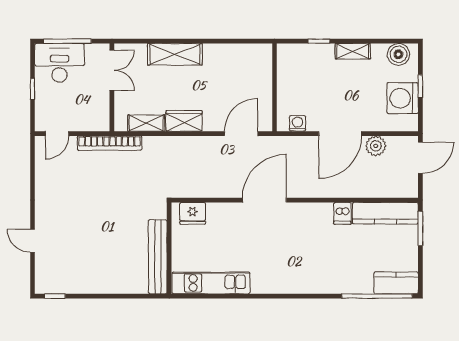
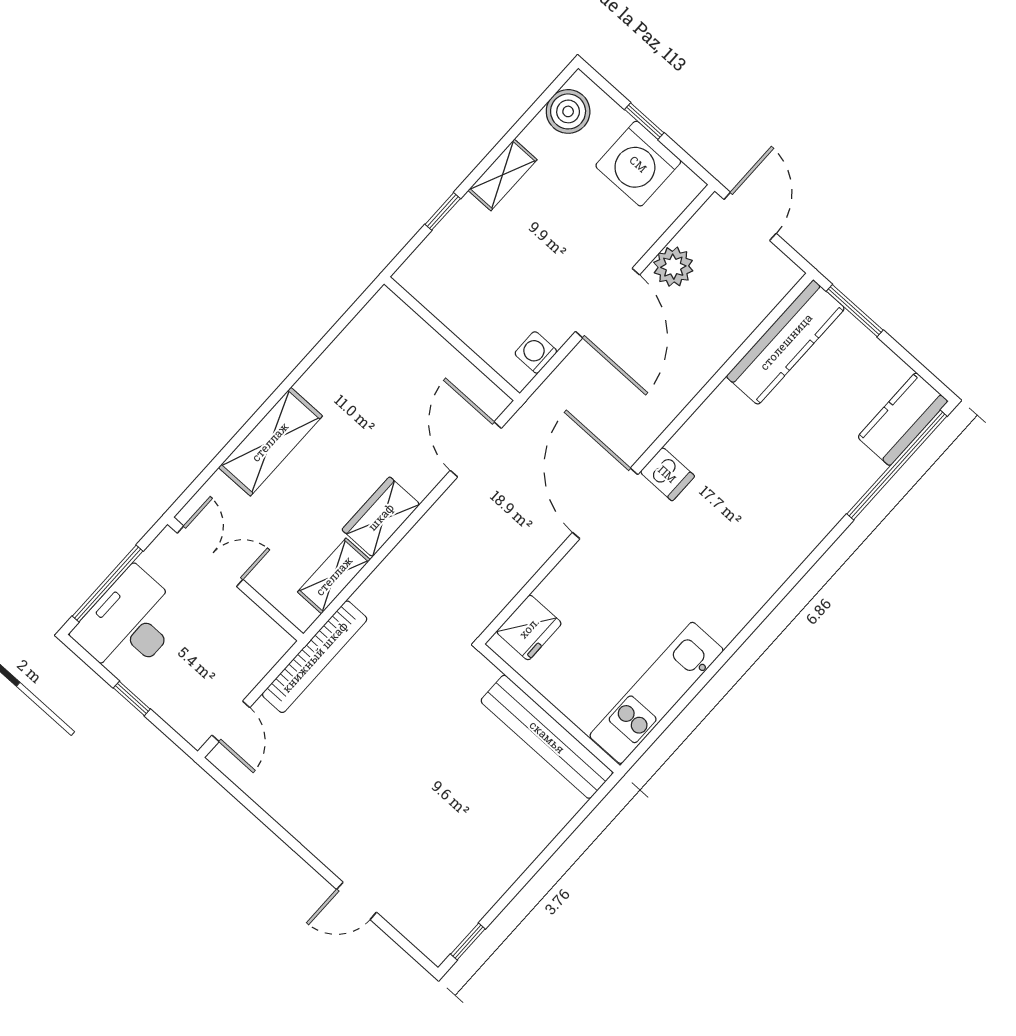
dishwasher: (342, 213) -> (667, 474), moved

